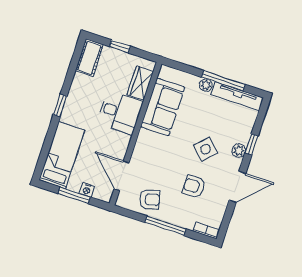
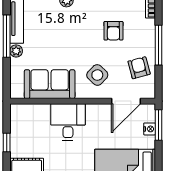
wardrobe: (140, 83) -> (34, 112), removed
side table: (206, 149) -> (97, 75), moved
window: (74, 195) -> (159, 125), moved

